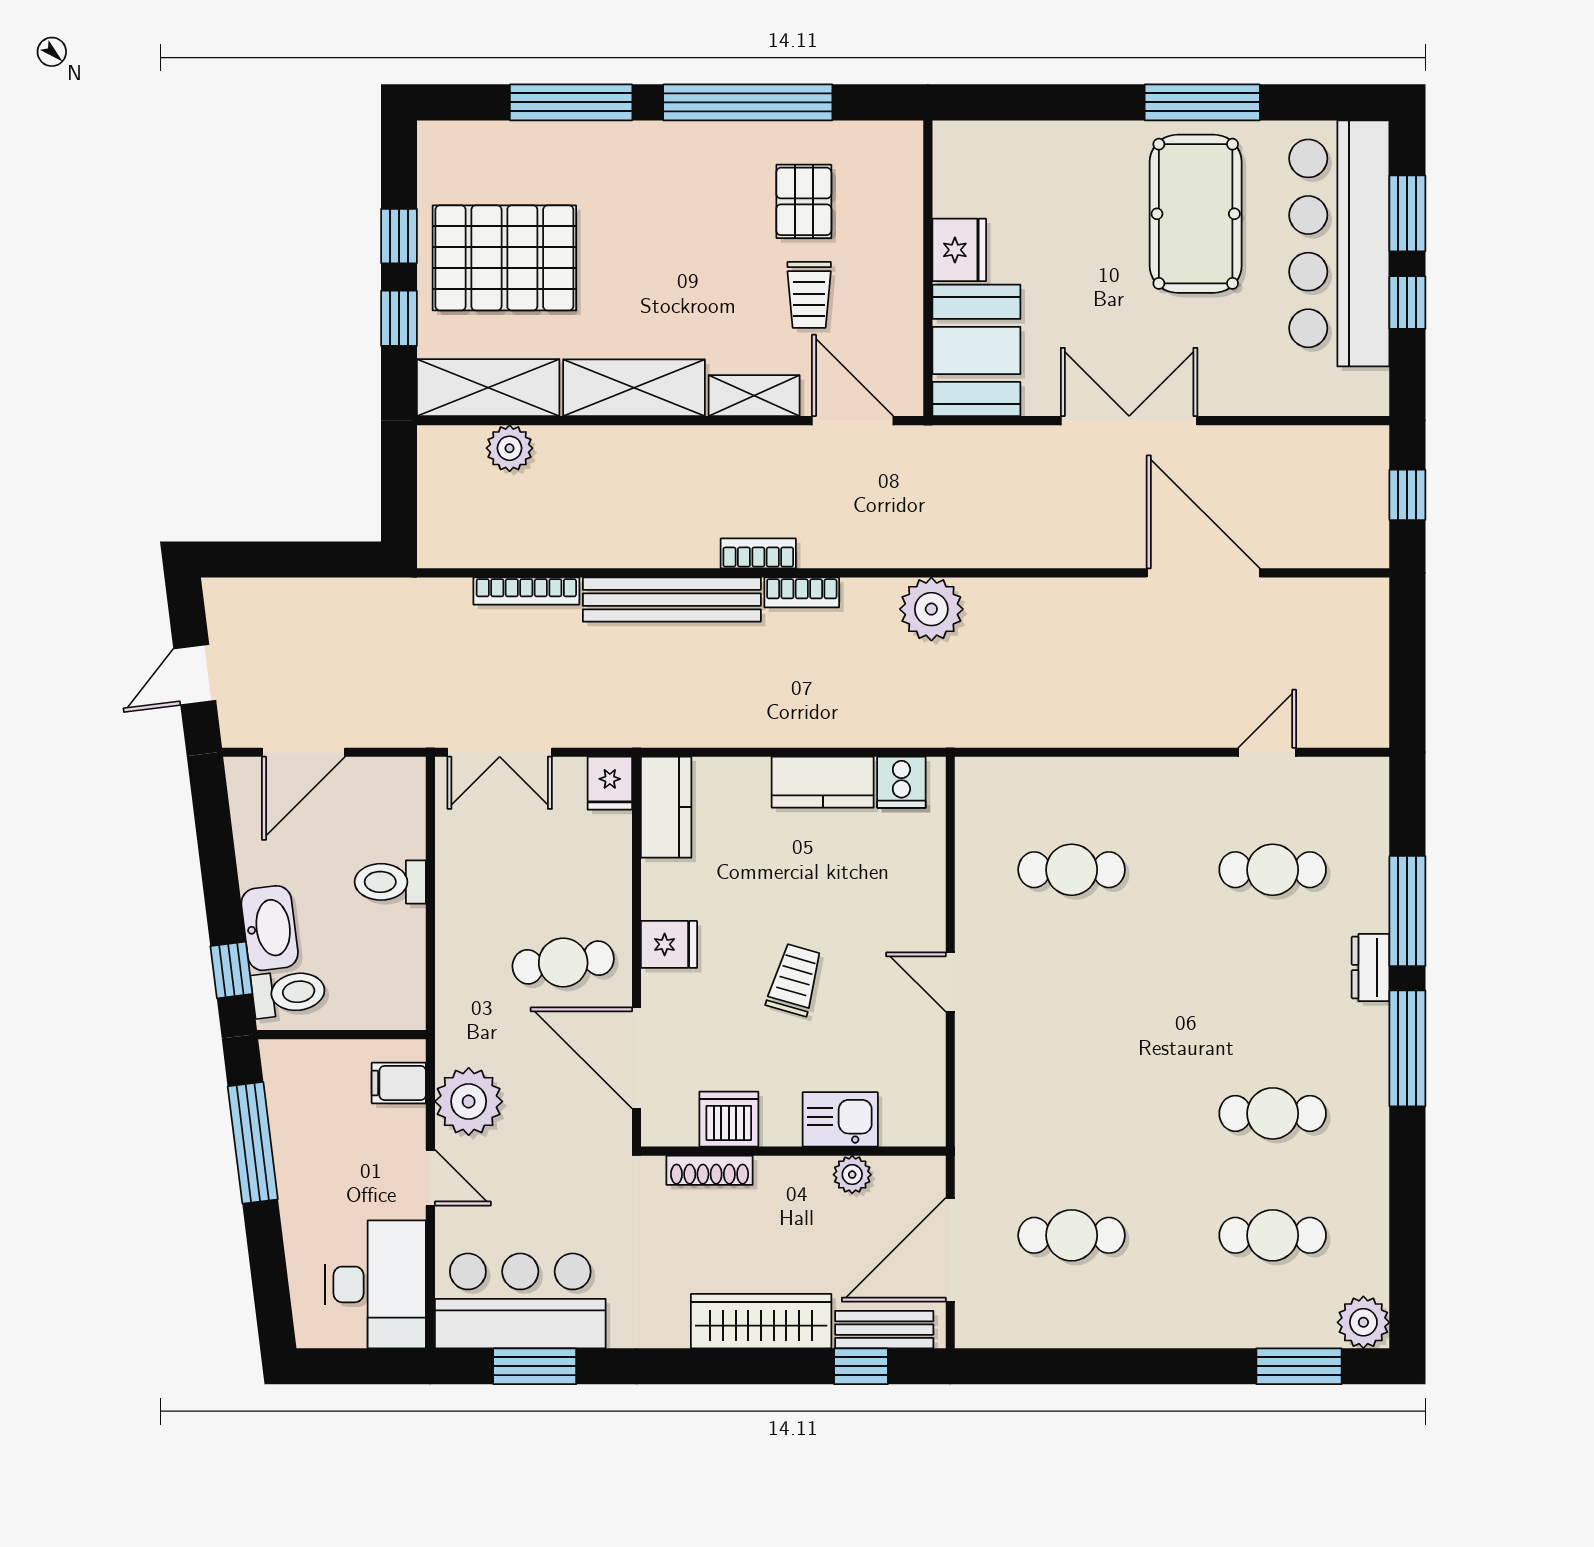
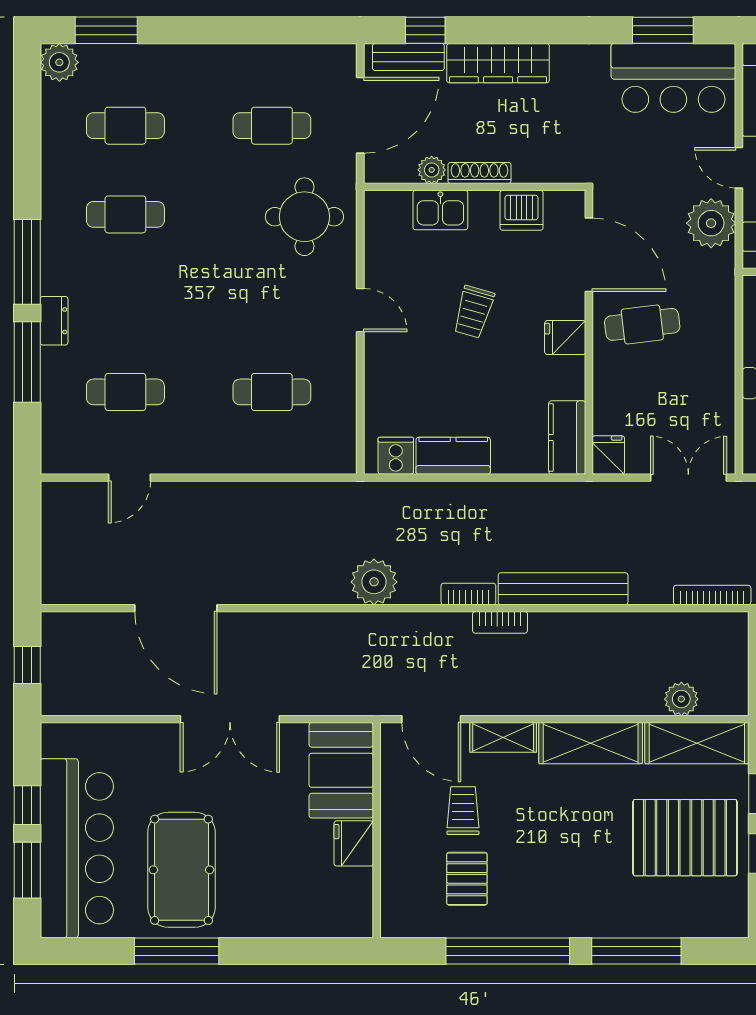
bookcase: (526, 591) -> (712, 595), moved
round table: (1027, 1110) -> (304, 217), added
shoe rack: (710, 1170) -> (479, 173), moved

